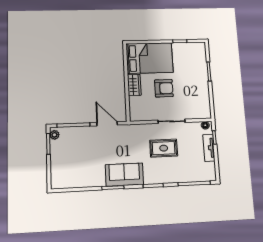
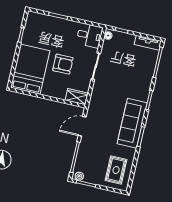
wardrobe: (134, 85) -> (77, 97), moved
armchair: (164, 88) -> (63, 64), turned 90
desk: (200, 107) -> (89, 36), added
rug: (164, 148) -> (116, 170), moved
tv unit: (209, 148) -> (148, 43), moved
sofa: (124, 175) -> (132, 123), width x1.36

